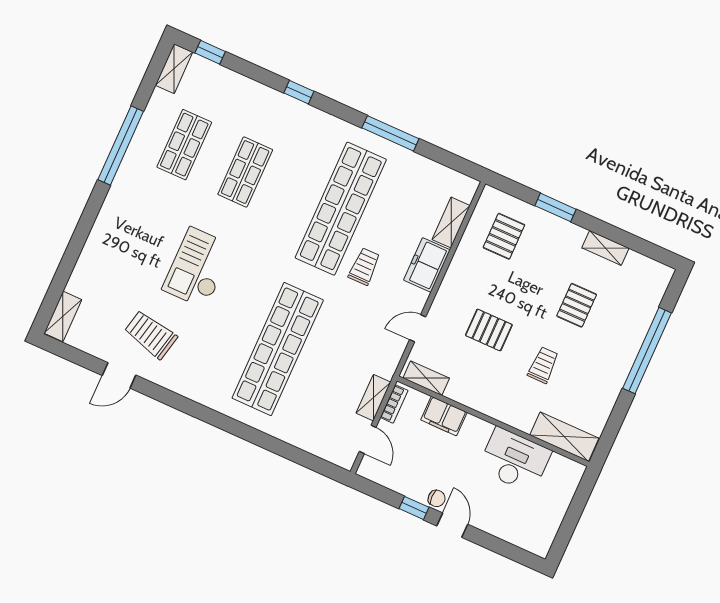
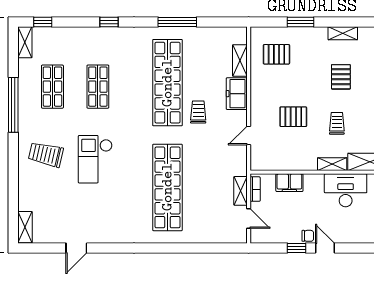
pallet: (504, 236) -> (276, 54), turned 90
trolley: (151, 334) -> (46, 154), moved
shelving: (426, 378) -> (332, 164), moved

